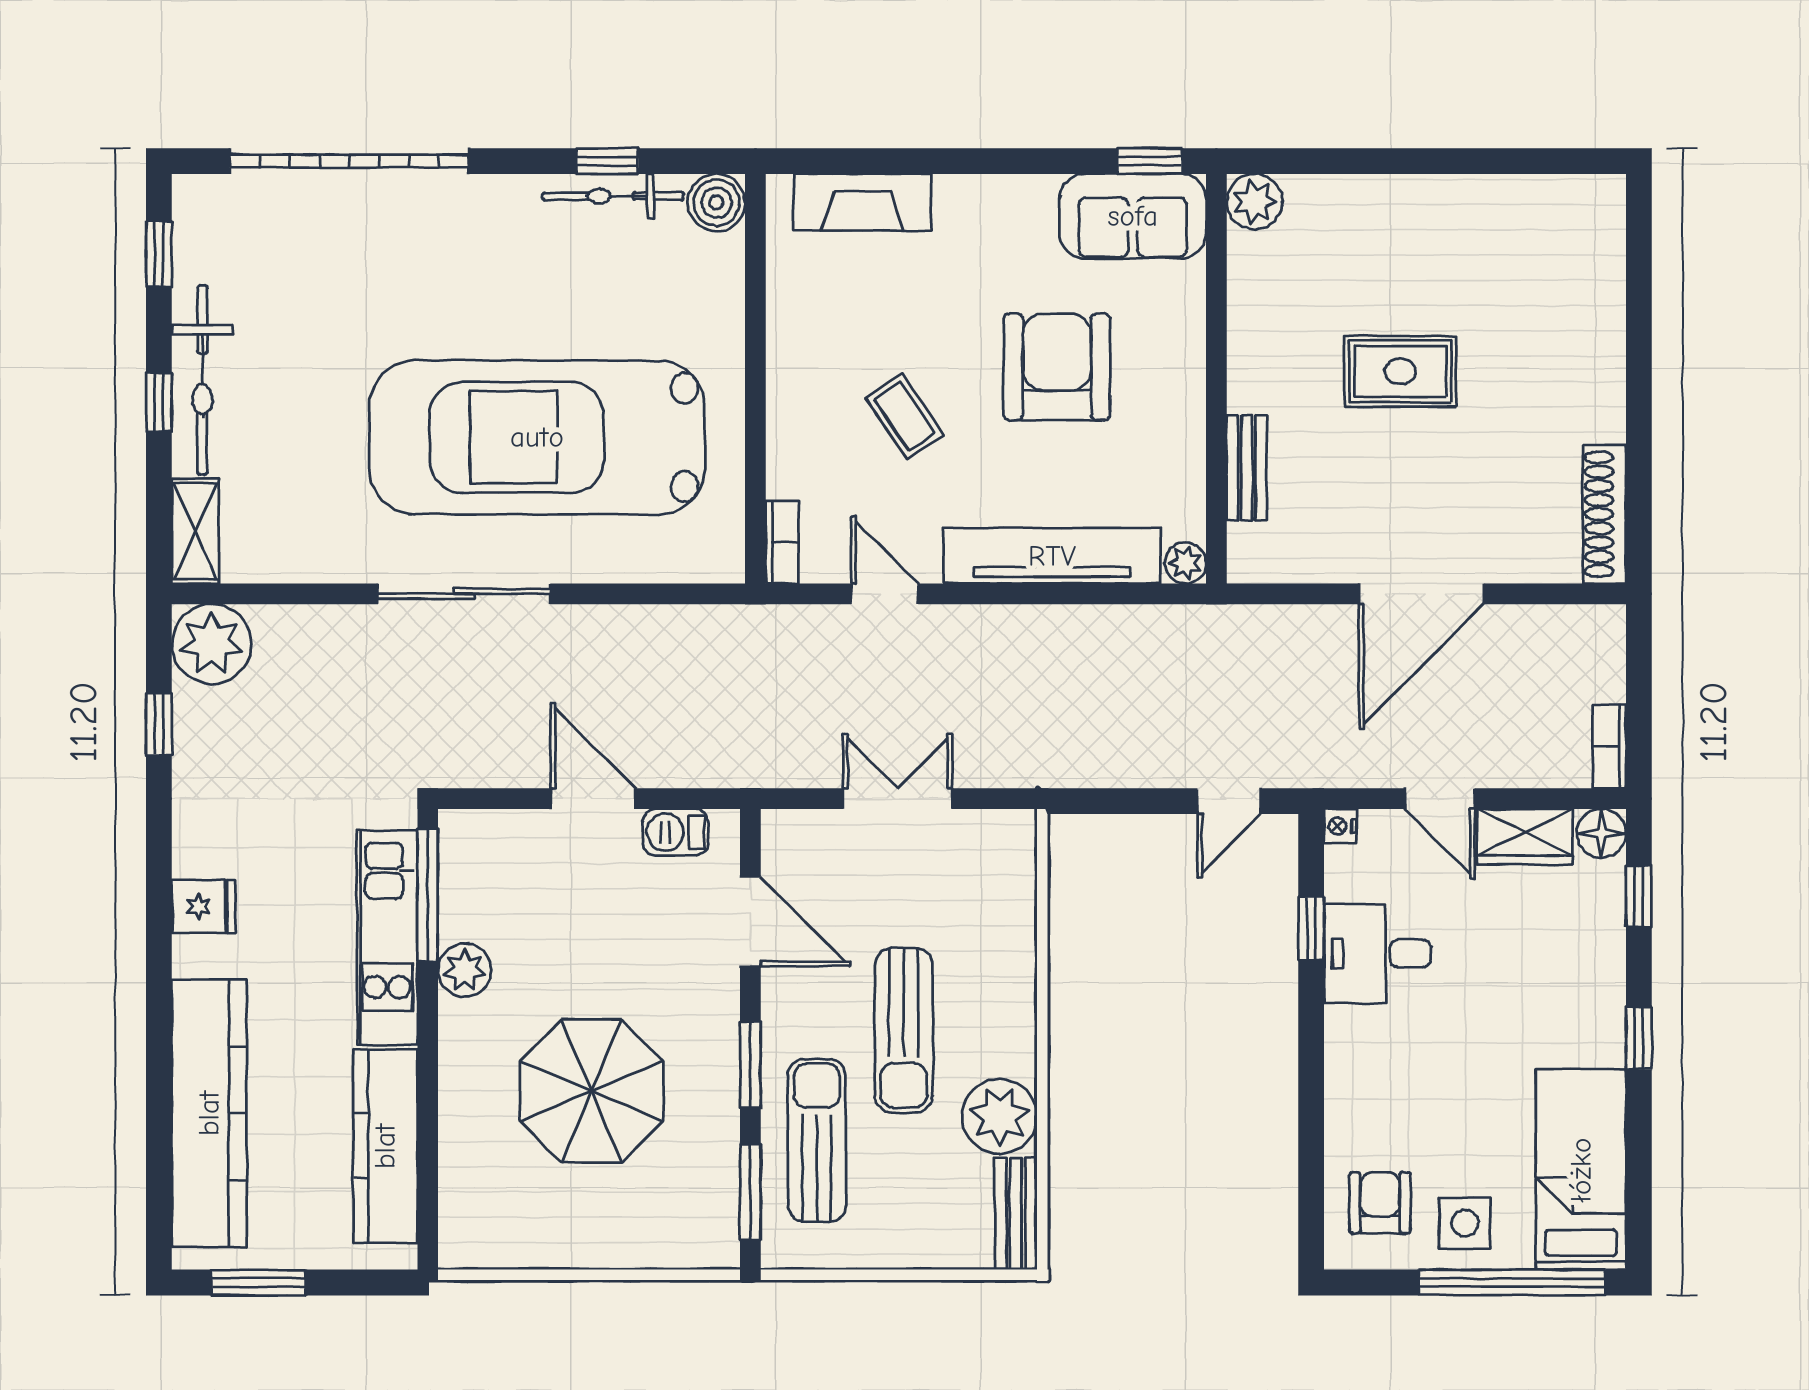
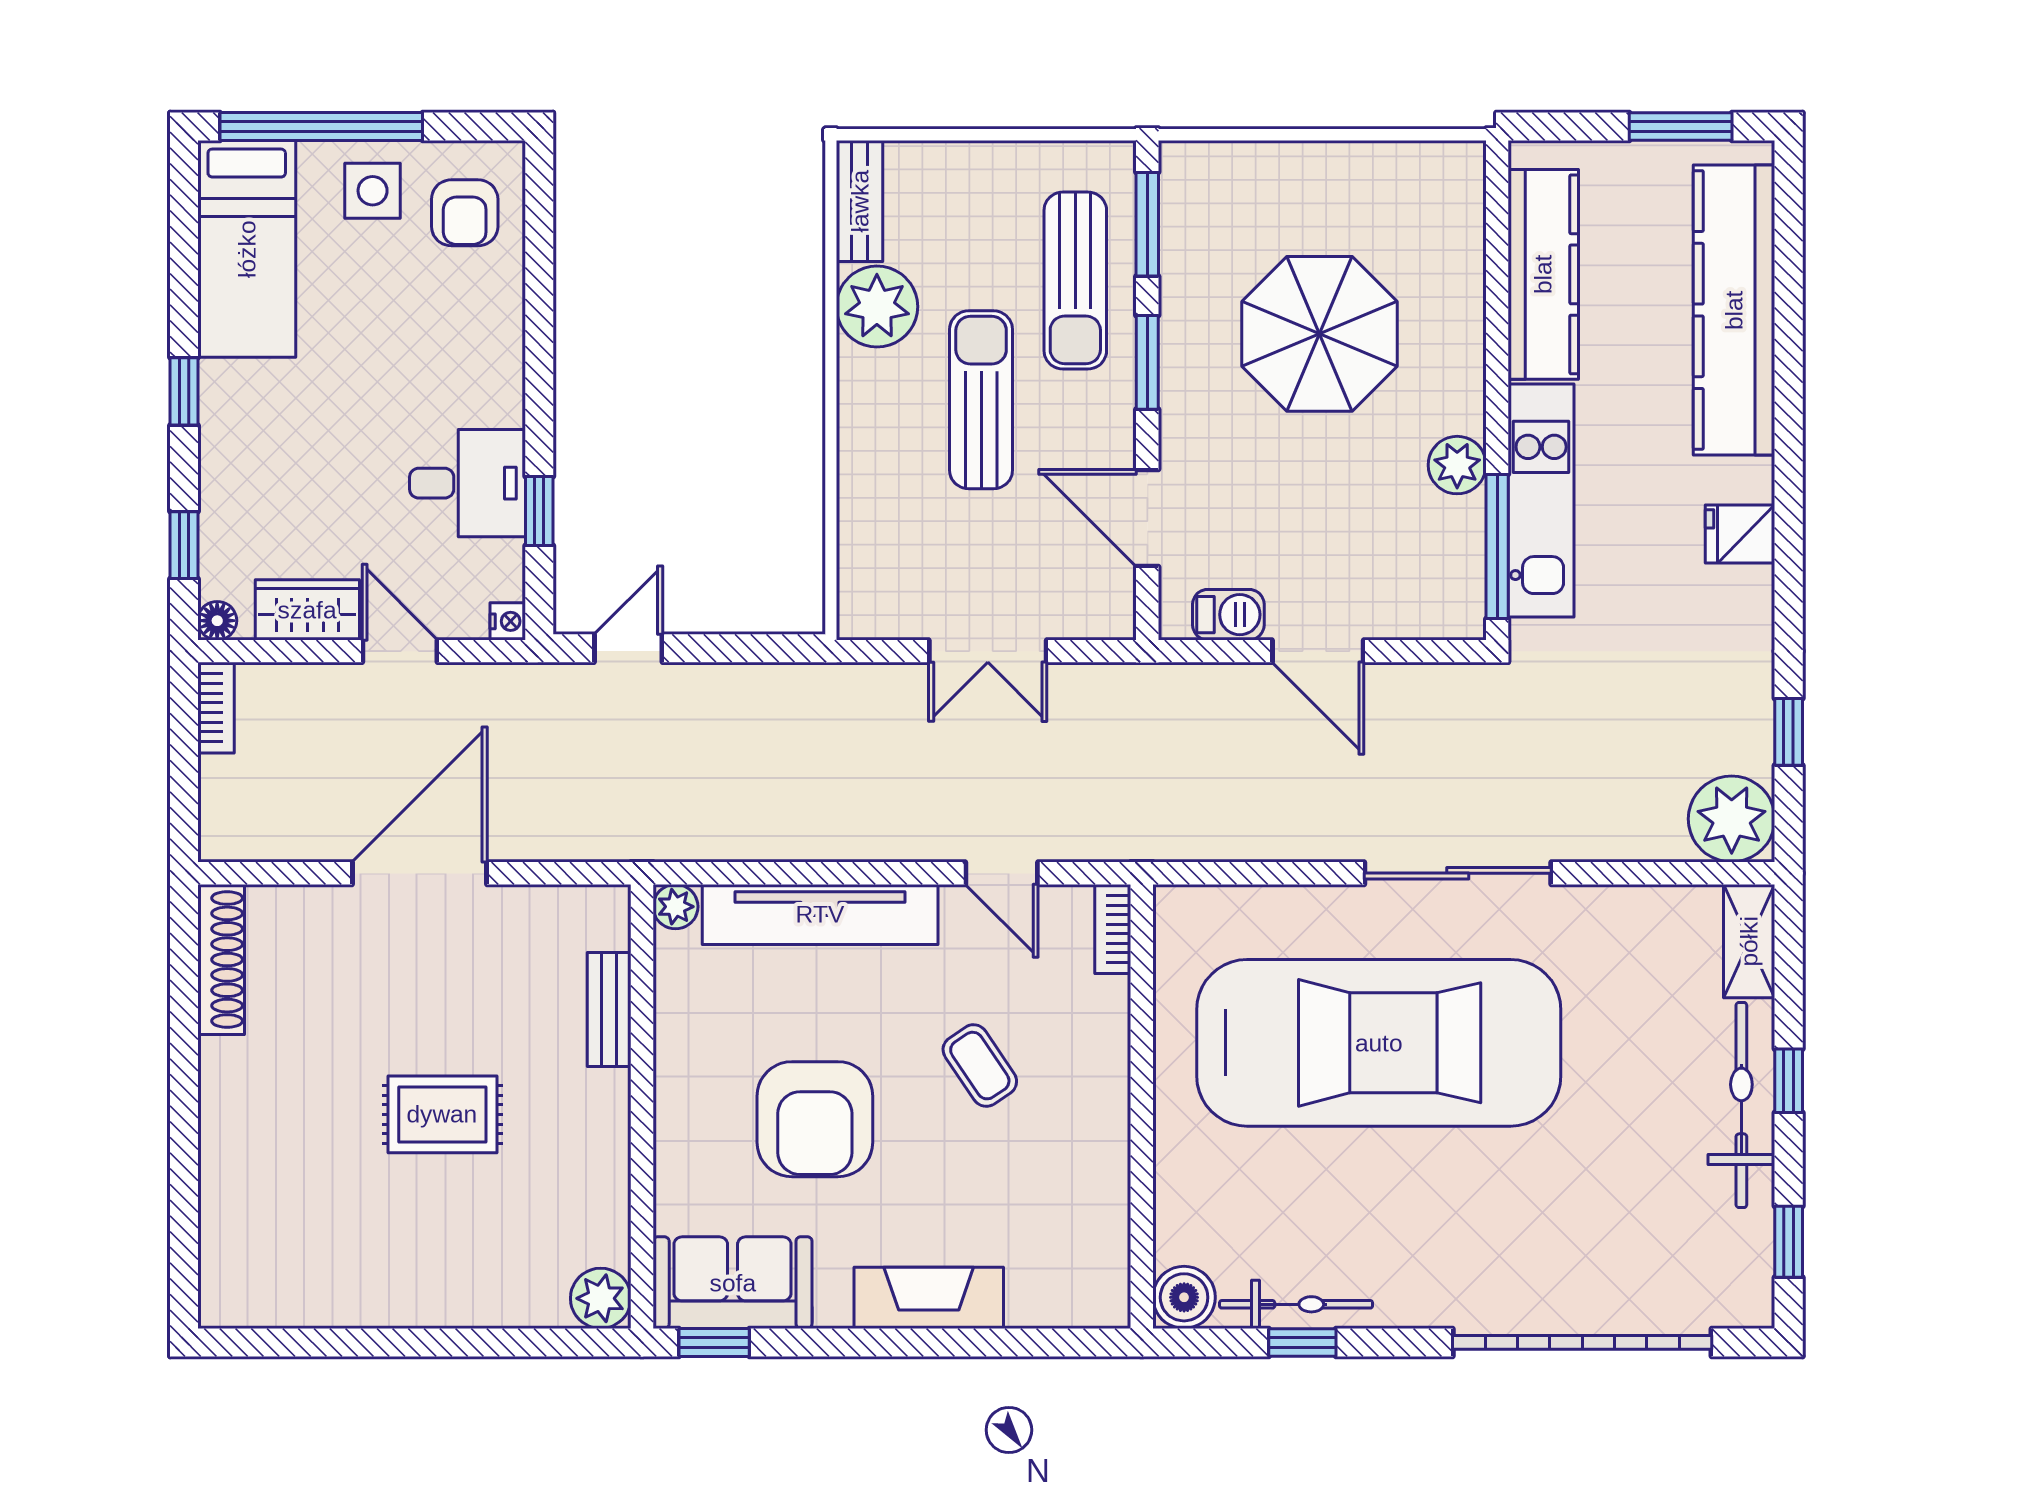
fireplace: (862, 202) -> (929, 1298), moved
floor lamp: (1602, 833) -> (217, 621), width x0.73, depth x0.73

